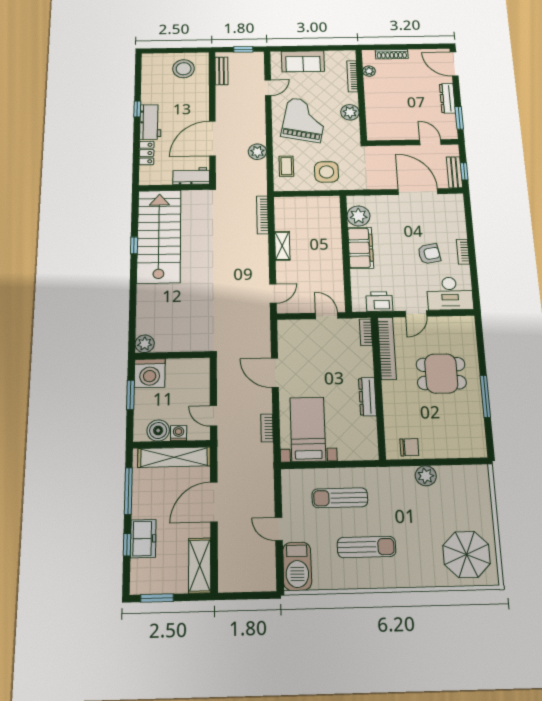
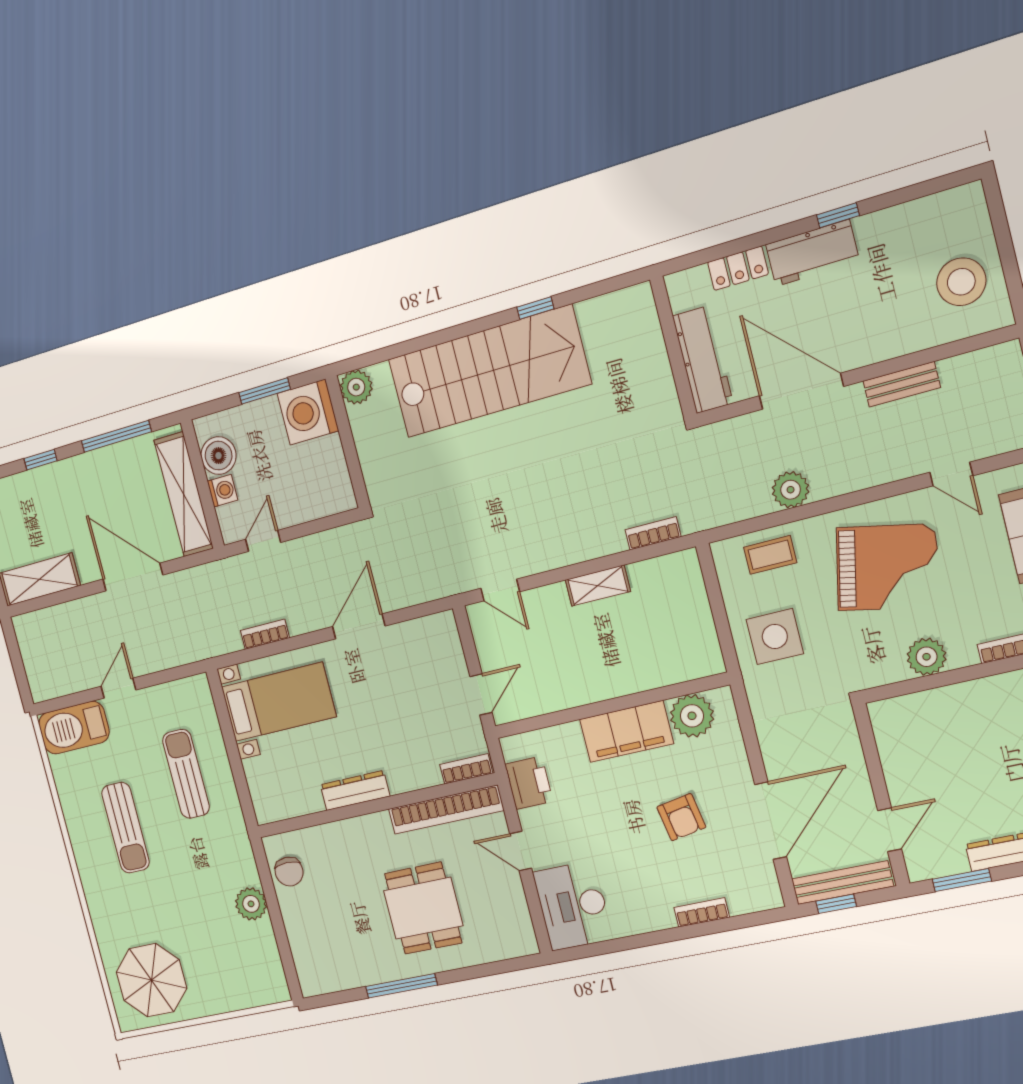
bench: (221, 71) -> (902, 384), moved
bench: (454, 172) -> (842, 883), width x1.36
workbench: (191, 176) -> (703, 360), width x1.38
bookcase: (262, 215) -> (653, 533), width x0.64
stairs: (159, 236) -> (489, 372), moved
bookcase: (463, 252) -> (702, 912), moved
armchair: (429, 254) -> (681, 817), moved
freezer: (143, 539) -> (55, 482), removed

